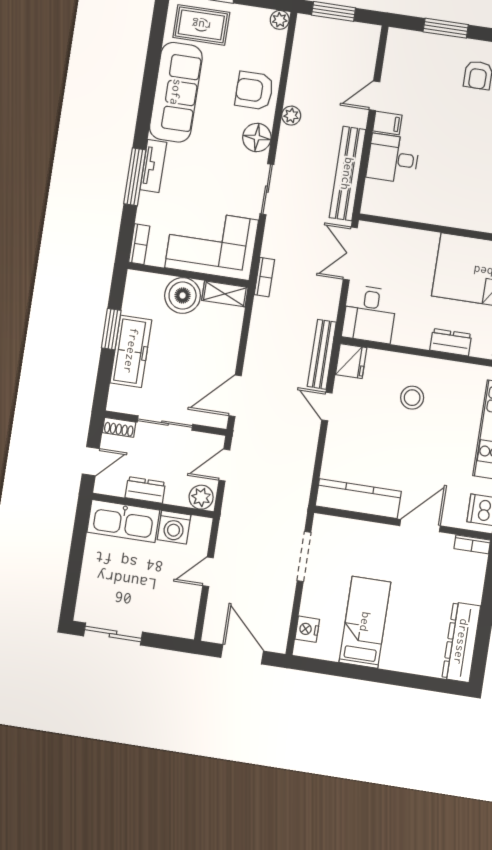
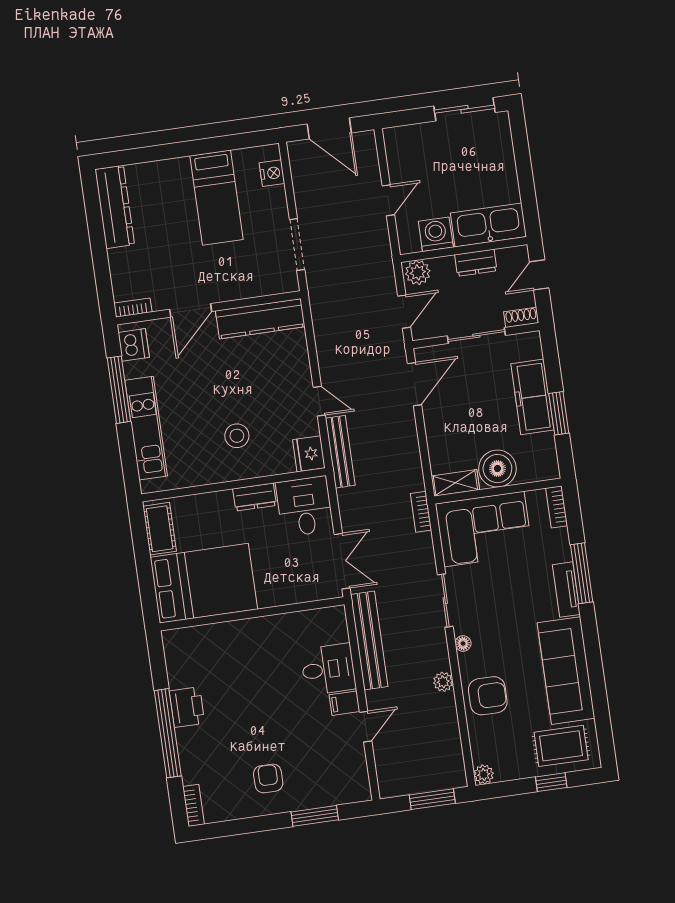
floor lamp: (257, 137) -> (463, 643), width x0.53, depth x0.53
dresser: (451, 342) -> (255, 497), moved

